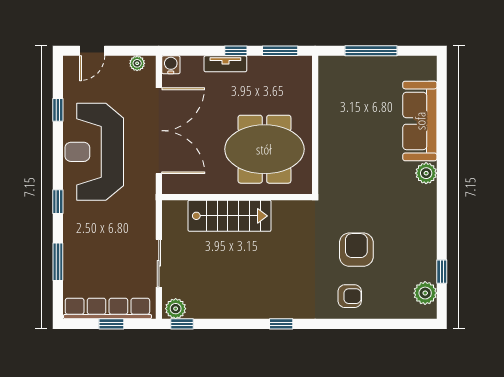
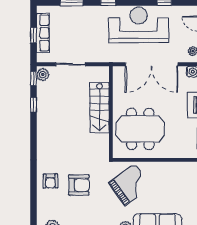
meeting table: (264, 149) -> (140, 129), turned 90
grand piano: (355, 166) -> (130, 184), added
row of seats: (107, 308) -> (43, 33), width x0.73
window: (281, 324) -> (33, 105), moved

